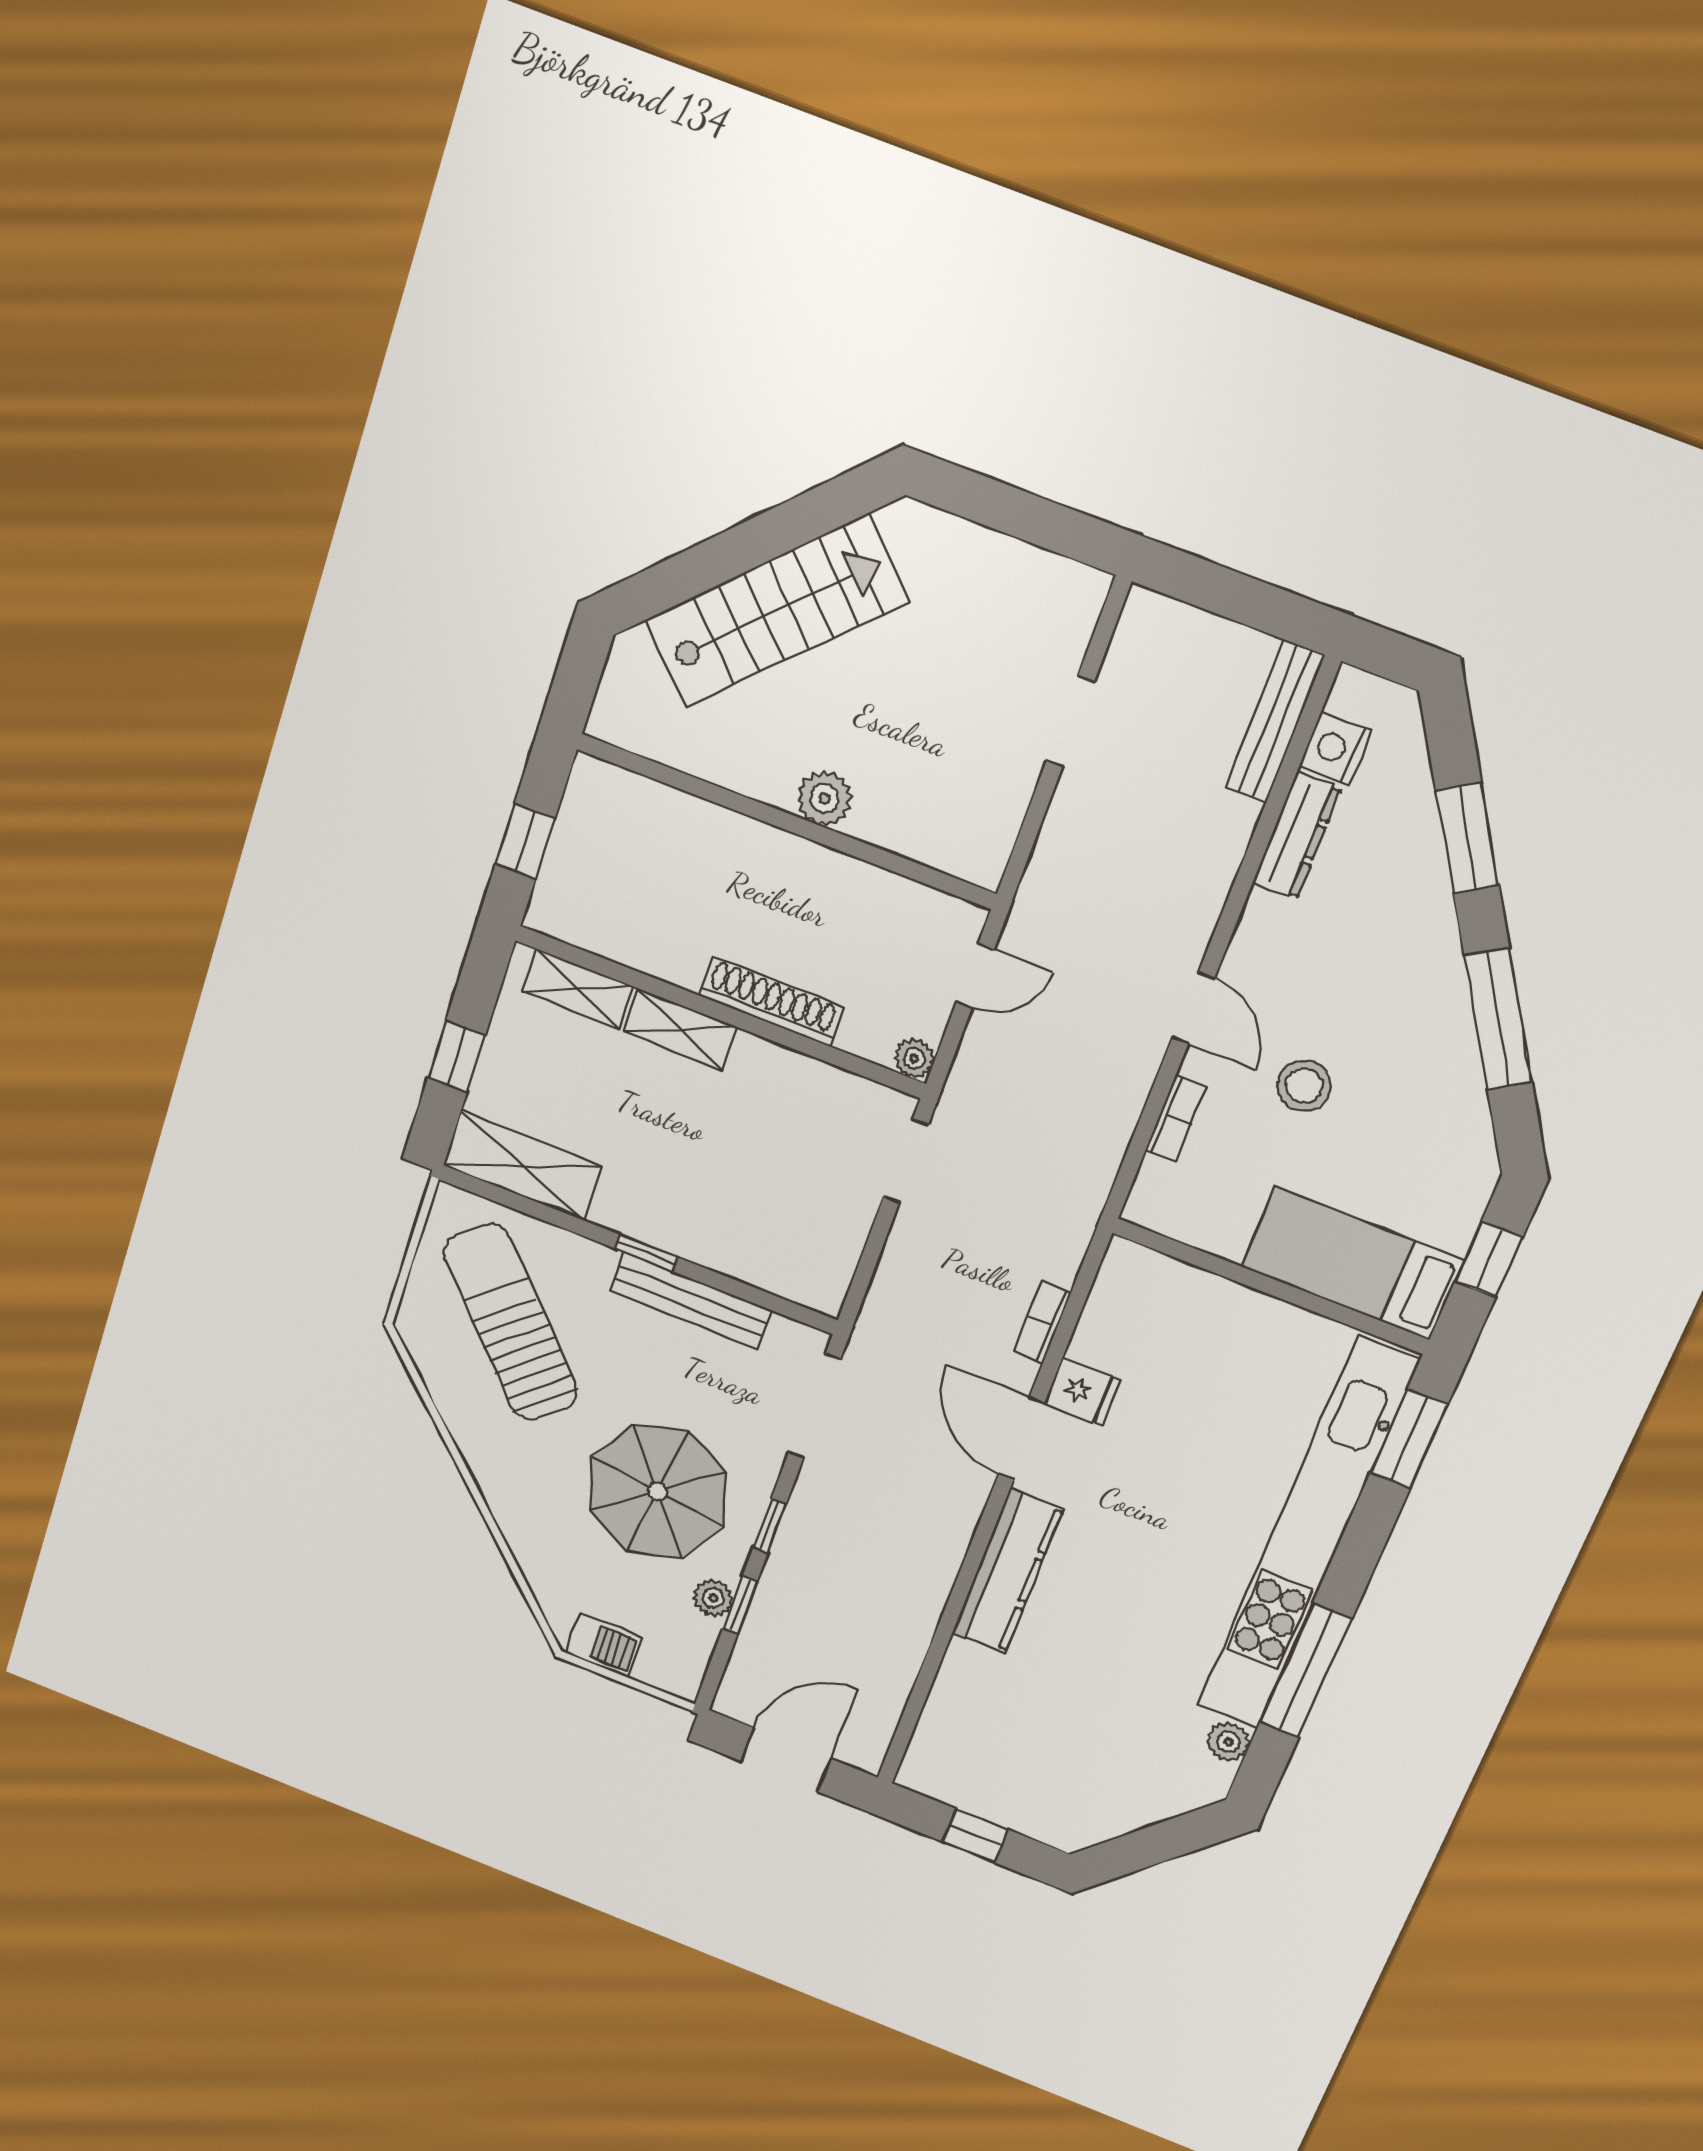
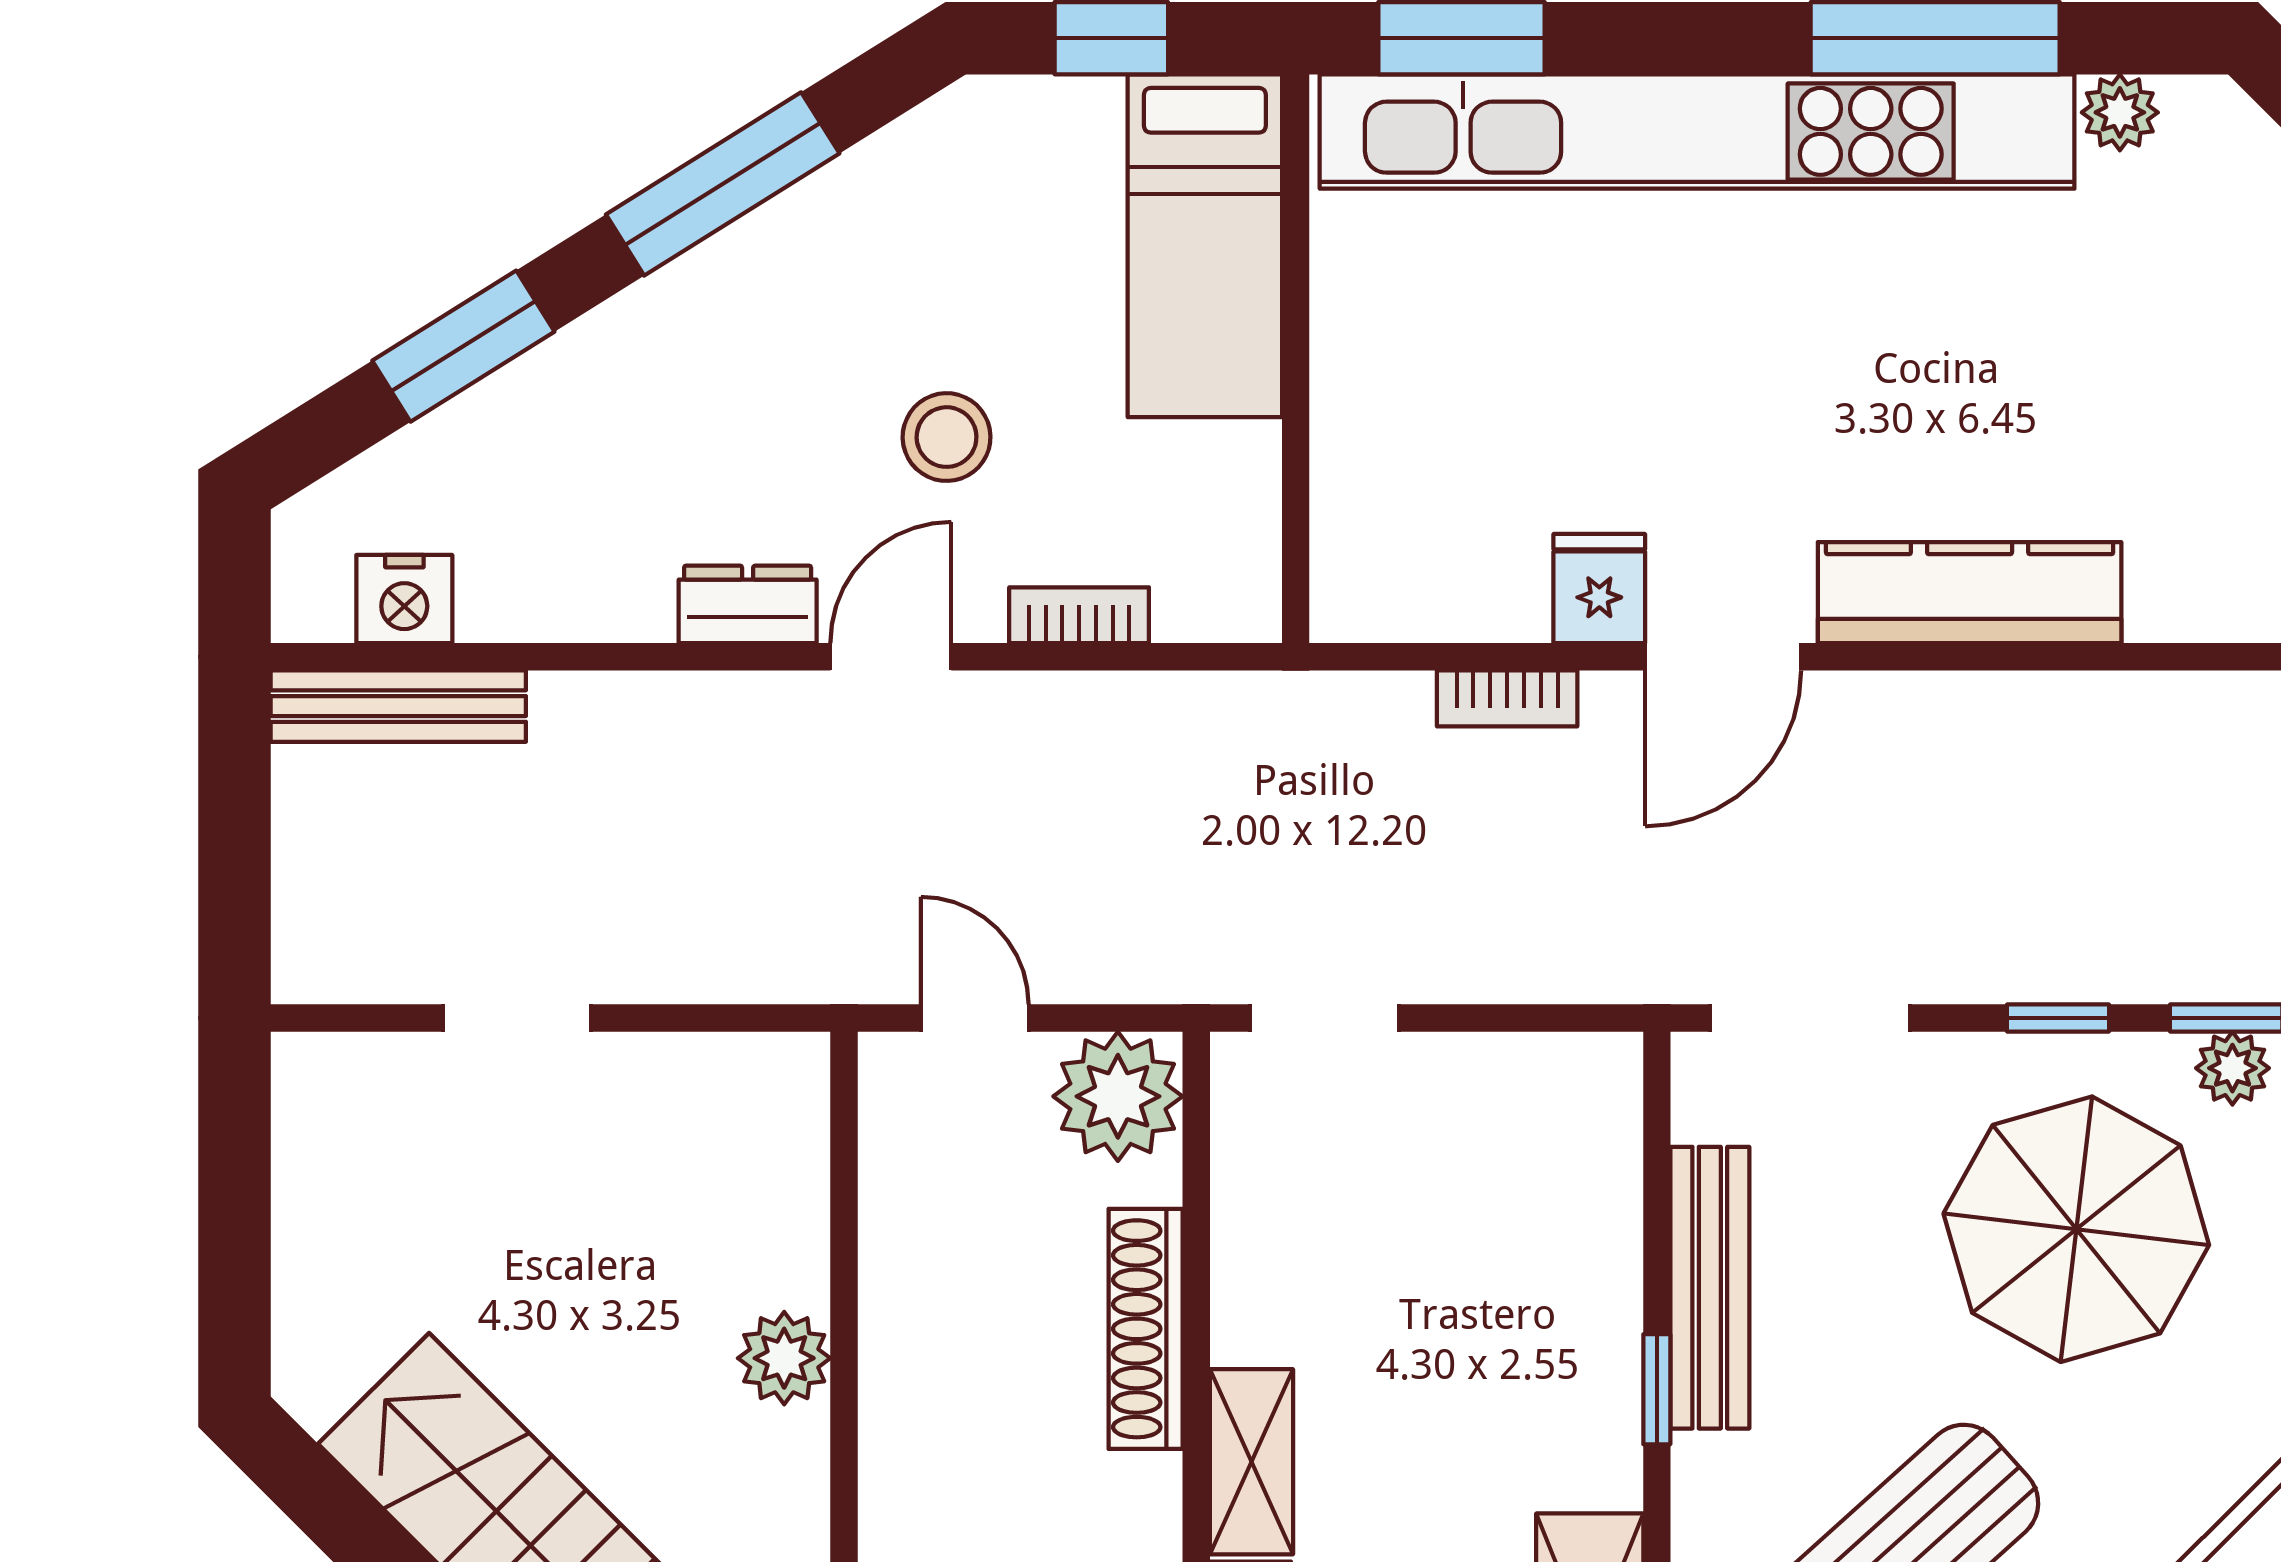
dresser: (1297, 835) -> (748, 604), moved, width x0.70
plant: (914, 1058) -> (1118, 1096), width x1.88, depth x1.88

